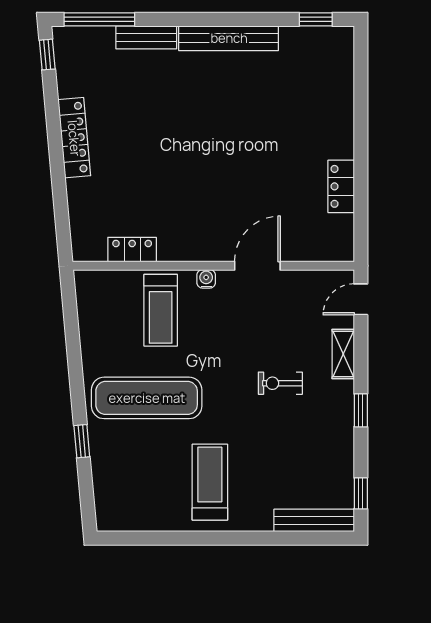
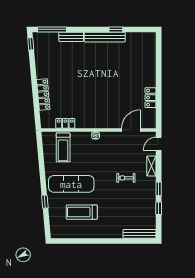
window: (316, 19) -> (116, 29), moved
locker: (74, 138) -> (43, 94), moved
door: (257, 266) -> (131, 130), moved
treadmill: (161, 310) -> (63, 147), moved
treadmill: (210, 482) -> (82, 212), moved, turned -90
window: (361, 493) -> (159, 208), moved

